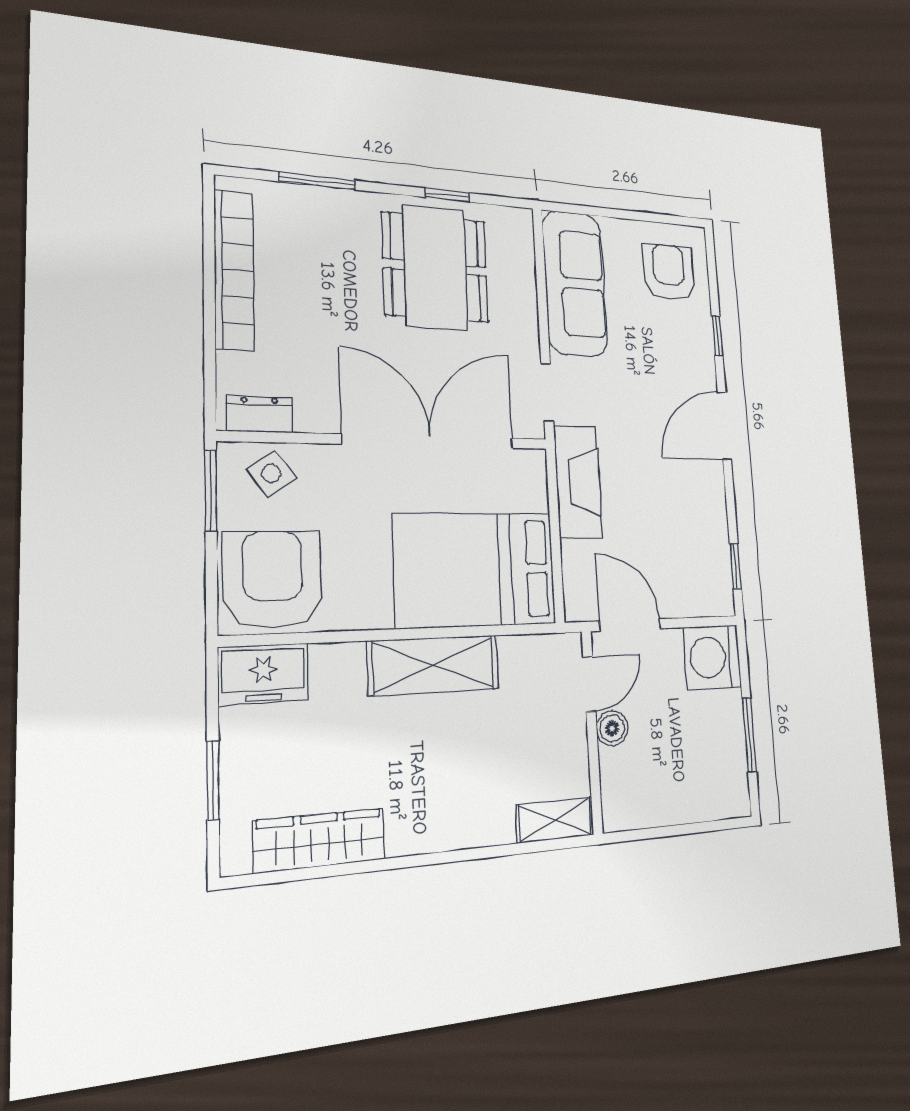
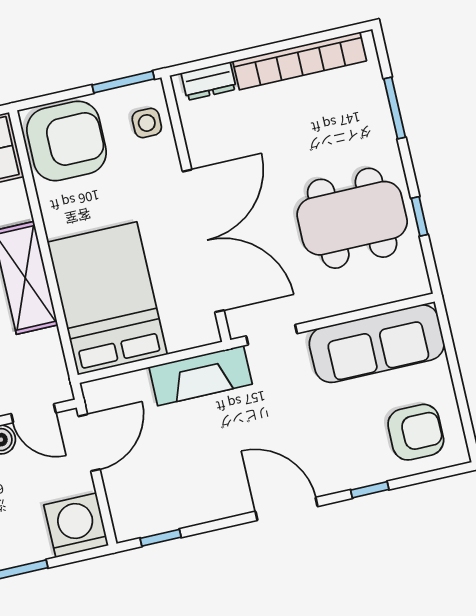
dresser: (260, 414) -> (209, 81), moved, turned 90
side table: (271, 473) -> (147, 123), turned 35

